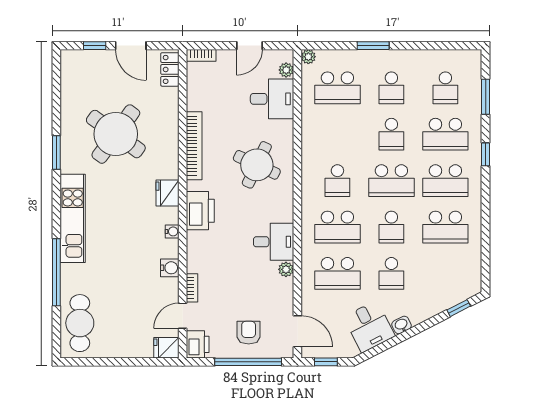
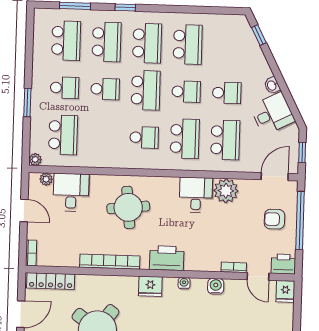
locker: (170, 69) -> (51, 281), width x1.53
school desk: (445, 88) -> (66, 41), width x1.85
round table: (257, 165) -> (128, 207), turned -31
plant: (286, 269) -> (226, 191), width x1.88, depth x1.88

